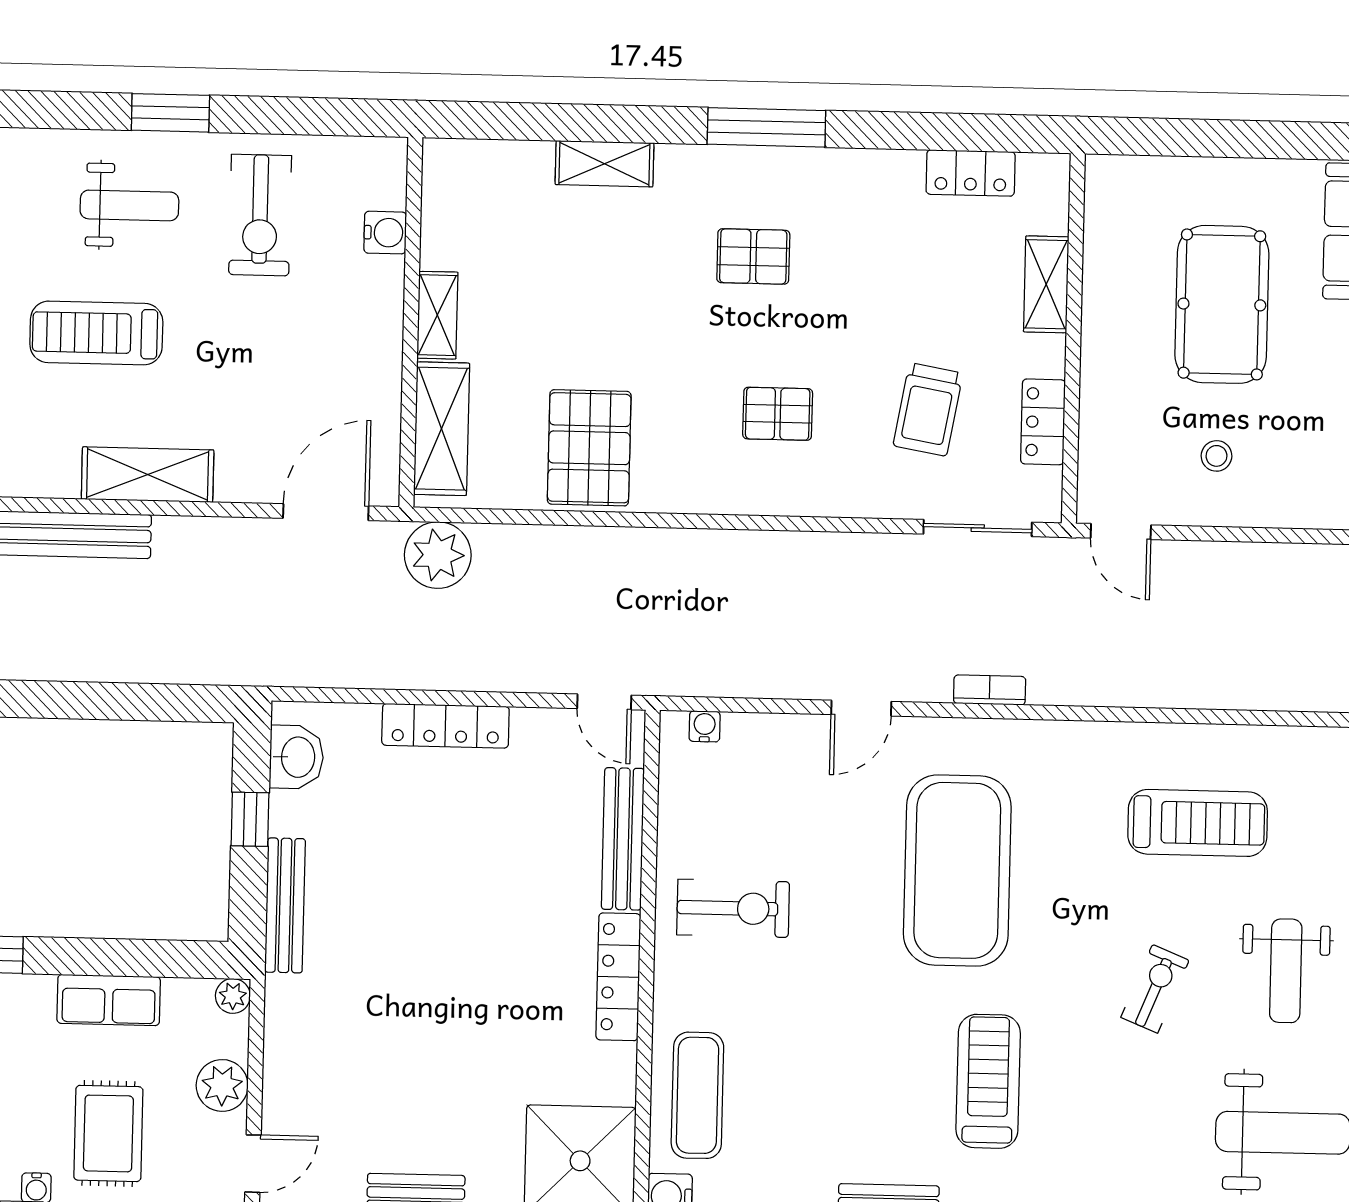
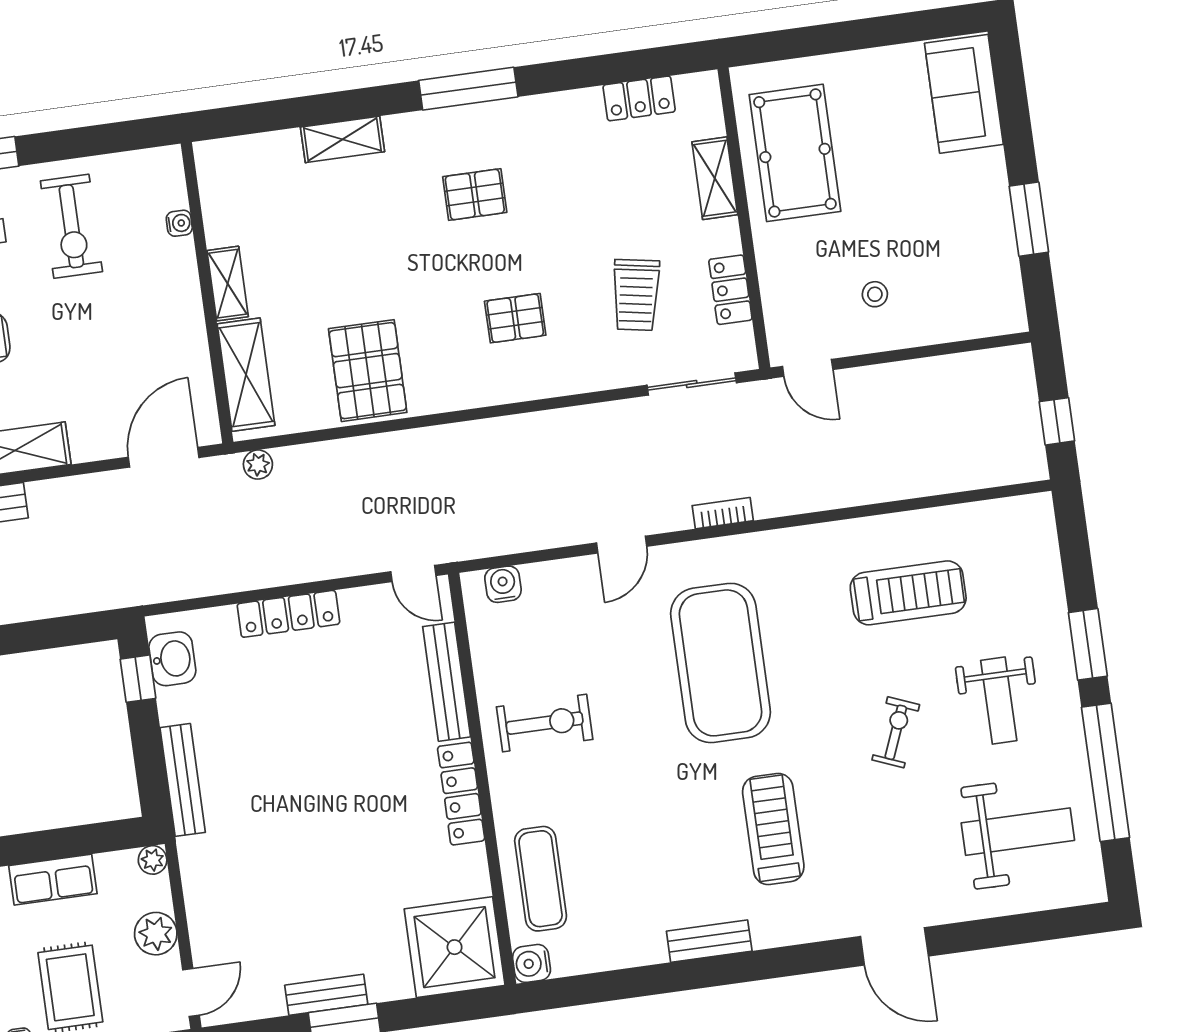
water cooler: (385, 233) -> (179, 223), width x0.72, depth x0.72
pool table: (1222, 304) -> (795, 153), moved
plant: (438, 555) -> (258, 465), width x0.53, depth x0.53
water cooler: (705, 726) -> (503, 584), width x1.38, depth x1.38
window: (250, 819) -> (138, 679), moved

